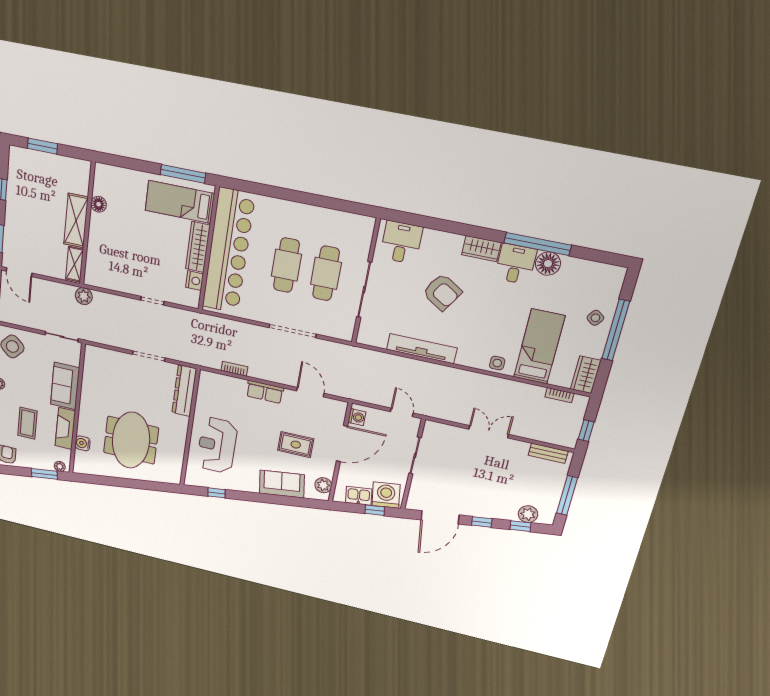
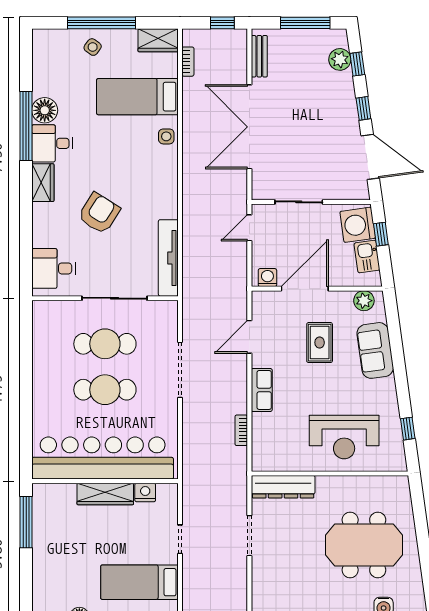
bed: (180, 202) -> (139, 582), moved, turned 90
tv unit: (422, 349) -> (168, 258), moved
double door: (489, 432) -> (249, 127), width x1.87
door: (342, 444) -> (305, 289), hinge flipped

